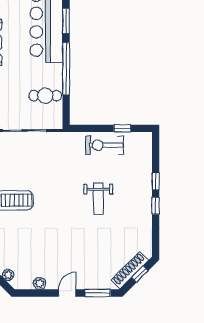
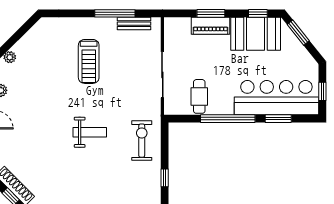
exercise bike: (105, 145) -> (142, 141), moved
weight bench: (98, 199) -> (90, 132), moved, turned 180

